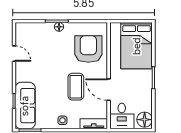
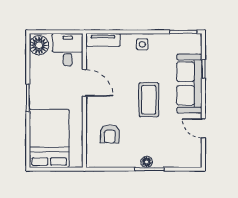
armchair: (88, 49) -> (110, 134), width x0.53, depth x0.53
coffee table: (76, 87) -> (149, 100), moved
sofa: (25, 106) -> (189, 84), moved

